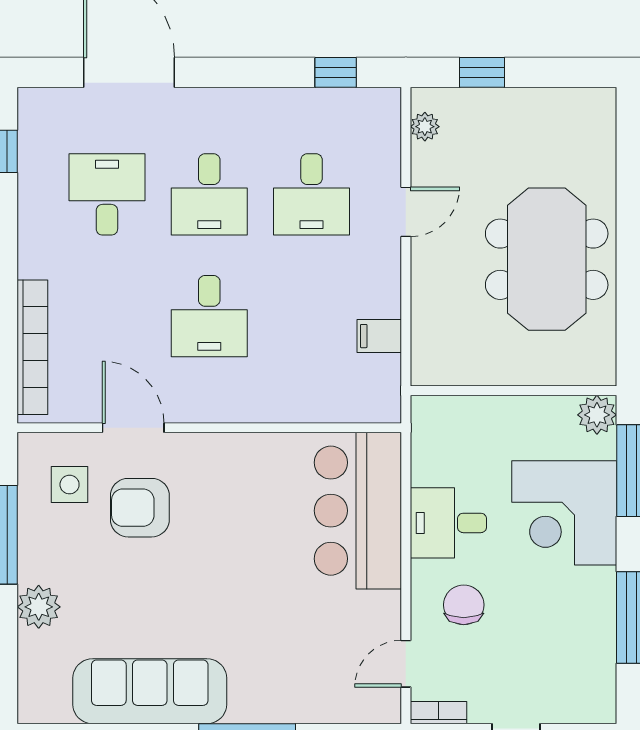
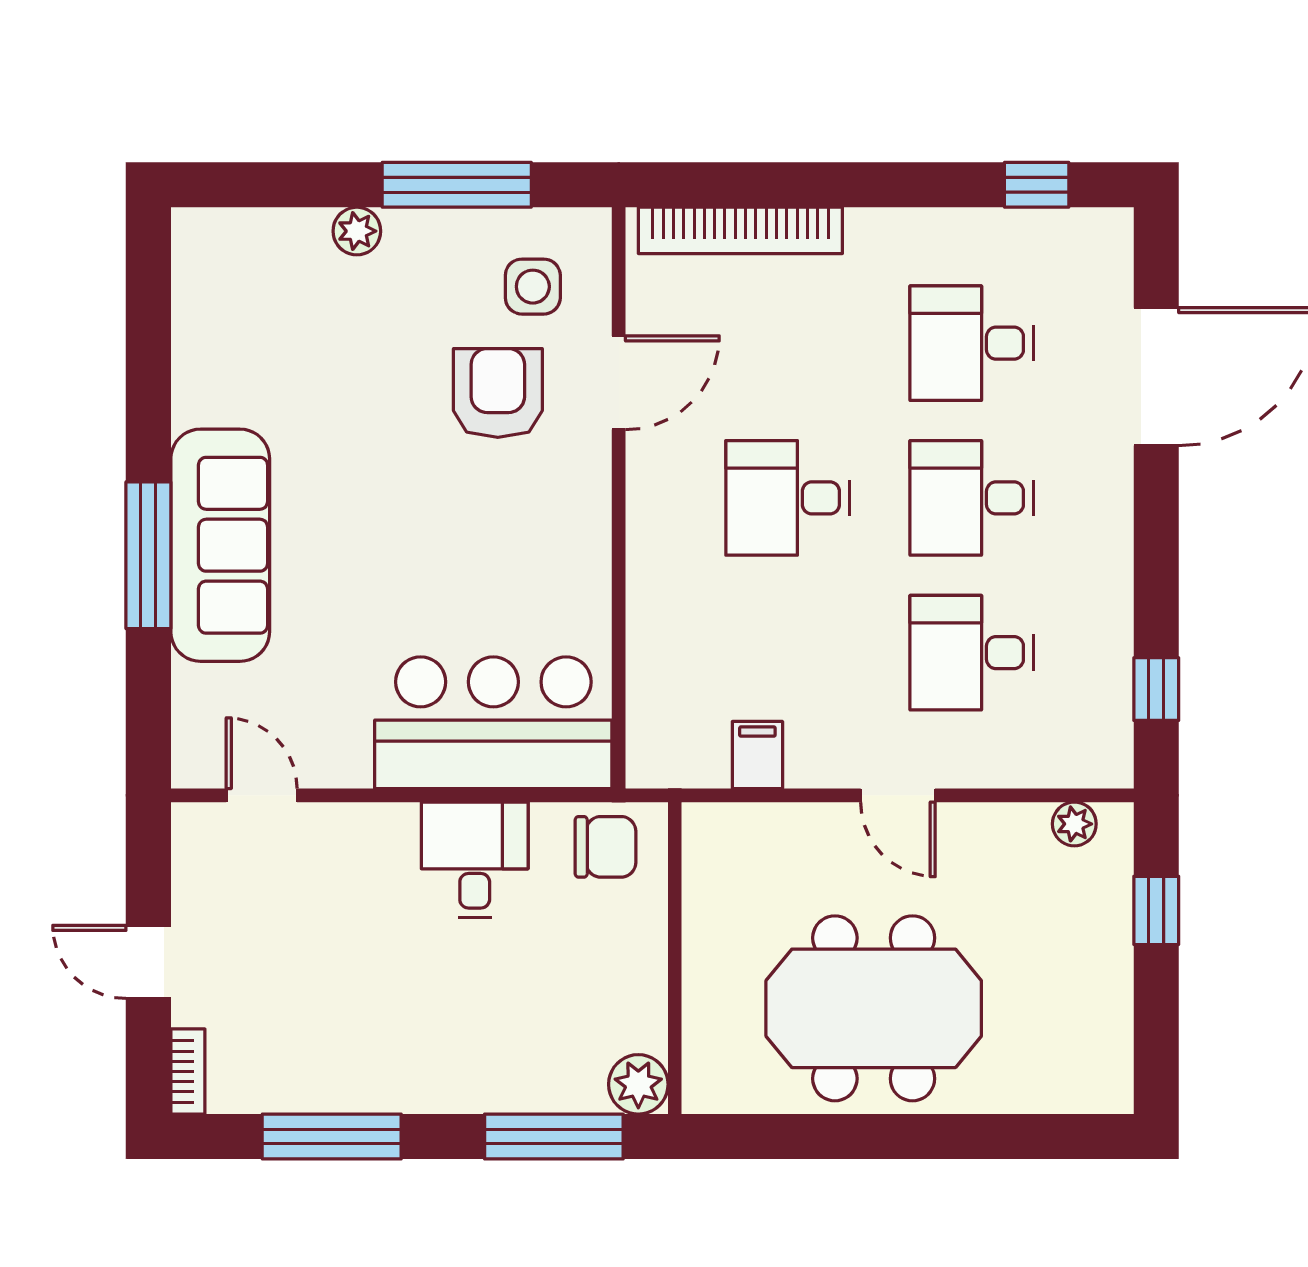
desk: (107, 194) -> (972, 343), turned 180
door: (406, 212) -> (898, 795), moved
corner desk: (564, 513) -> (490, 1035), removed
chair: (464, 605) -> (605, 847), moved
plant: (39, 607) -> (357, 231), width x0.73, depth x0.73
sofa: (150, 691) -> (220, 545), moved
bookcase: (438, 713) -> (188, 1071), moved

